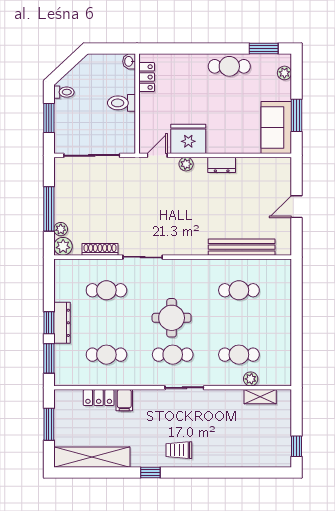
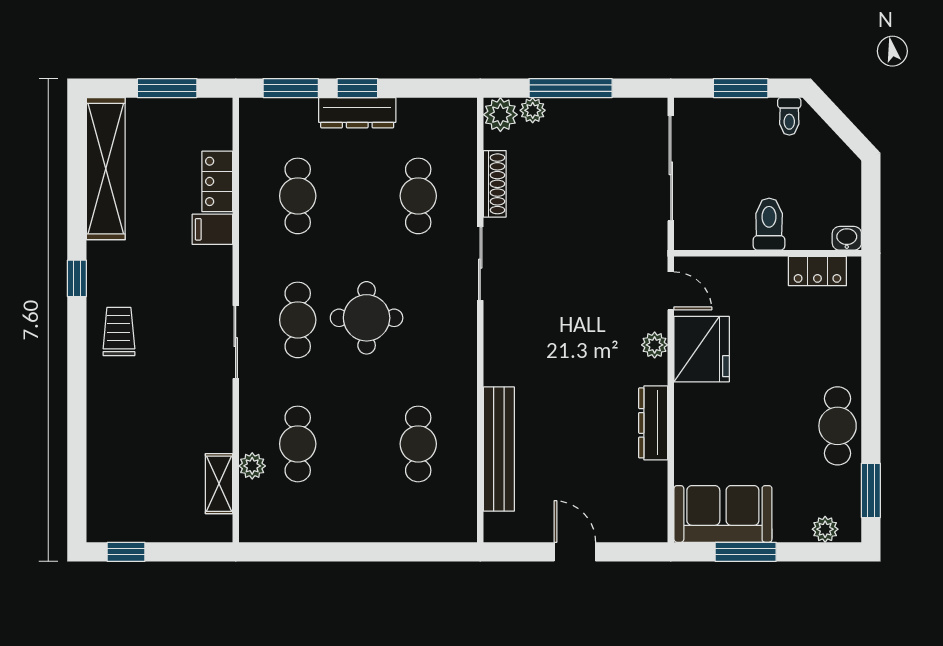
dresser: (222, 165) -> (653, 423), width x1.44

